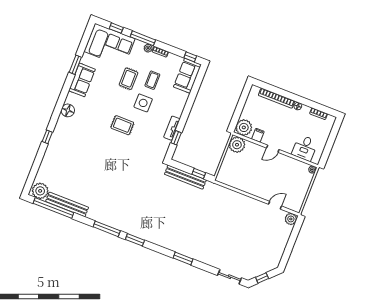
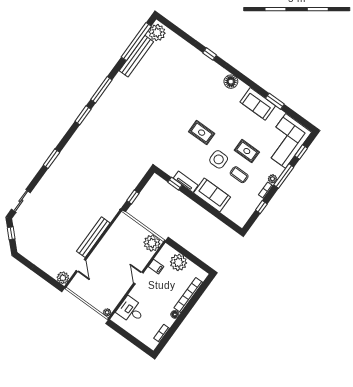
window: (190, 57) -> (261, 207), moved
sofa: (187, 76) -> (212, 195), moved
rug: (122, 125) -> (202, 133), turned 90
plant: (244, 127) -> (178, 262), moved
bench: (185, 177) -> (93, 237), moved

